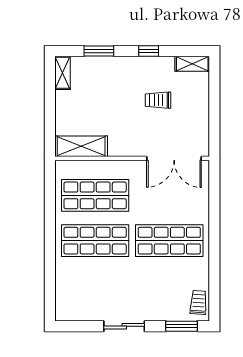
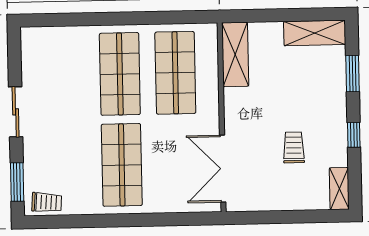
shelving: (63, 73) -> (315, 33), width x1.50, depth x1.33

